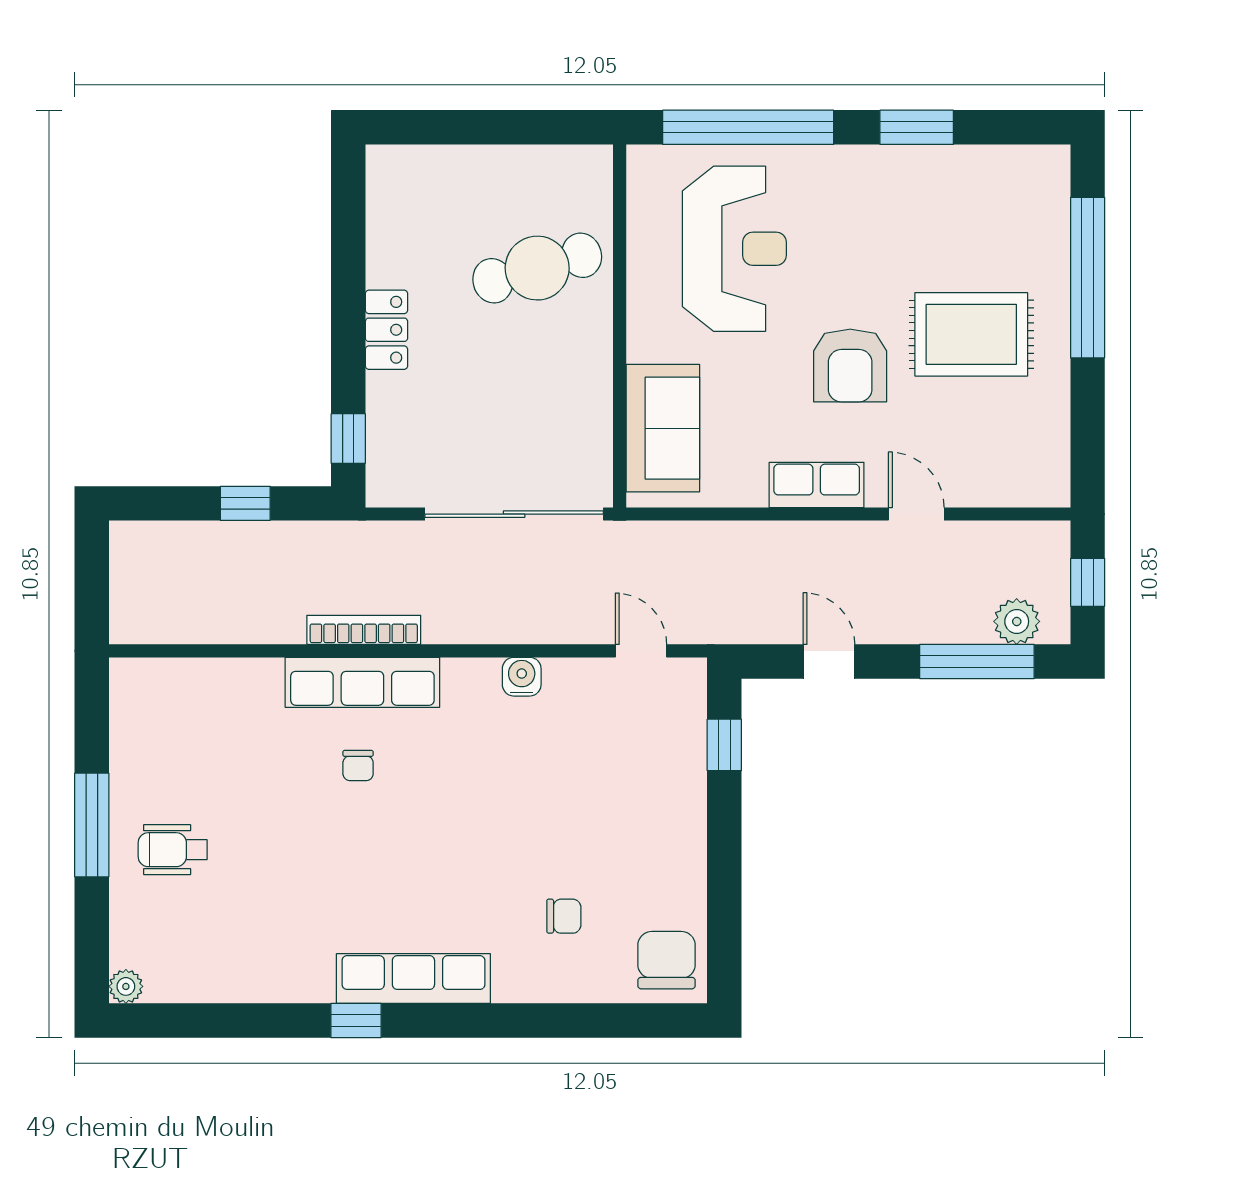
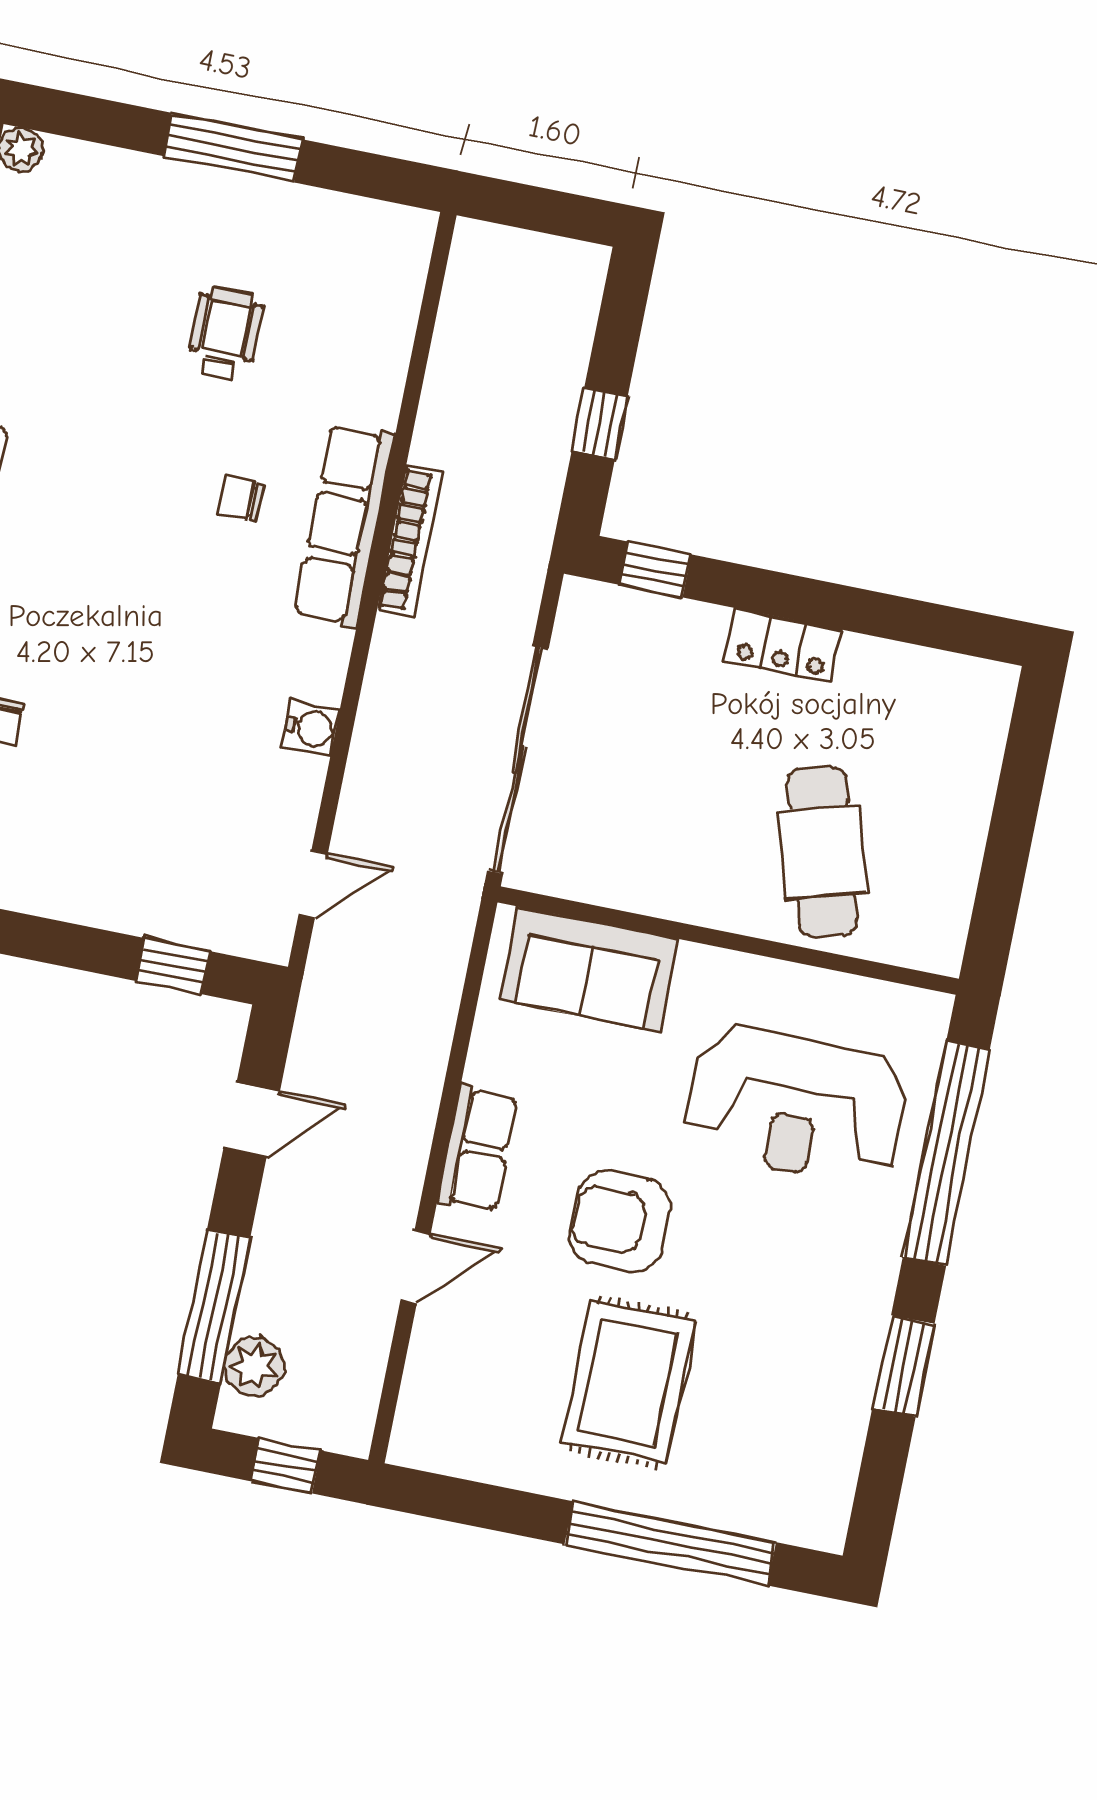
wheelchair: (173, 850) -> (225, 334), moved

